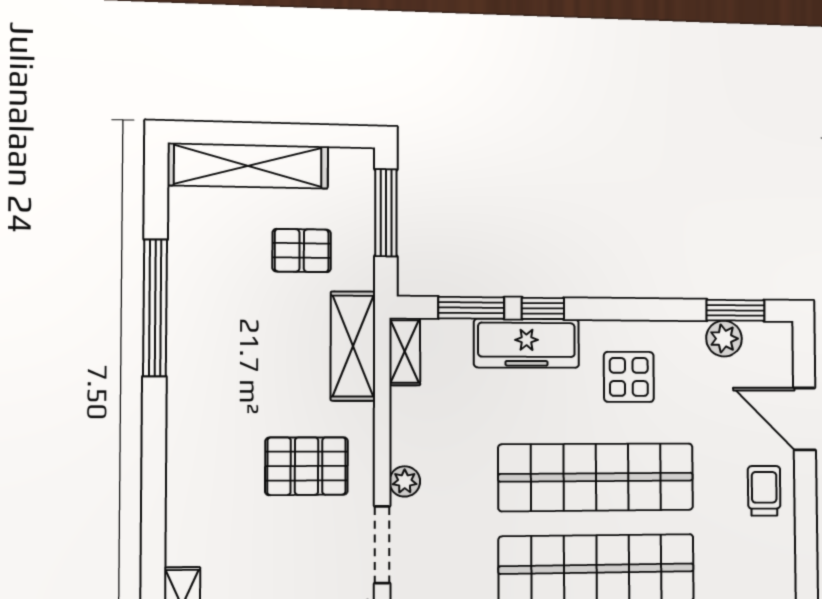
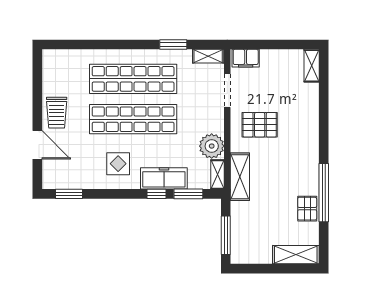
shelving: (248, 166) -> (296, 255), width x0.68
pallet: (302, 251) -> (307, 209), moved, turned 90
plant: (724, 339) -> (74, 181), removed
plant: (405, 481) -> (212, 146), moved, width x1.88, depth x1.88
trolley: (764, 491) -> (57, 113), width x1.36, depth x1.39

